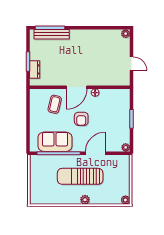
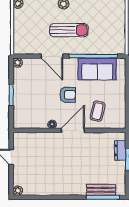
bench: (52, 34) -> (101, 190), width x0.73
armchair: (81, 119) -> (68, 95), turned 90
door: (95, 153) -> (52, 56), hinge flipped
sun lounger: (80, 176) -> (69, 30), width x0.73, depth x0.75

